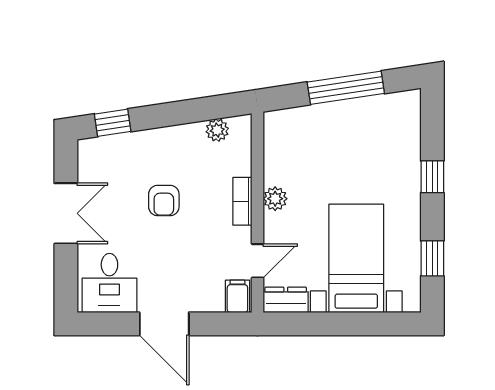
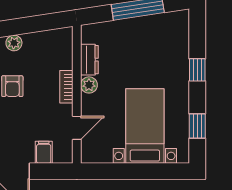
plant: (217, 130) -> (14, 43), moved
filing cabinet: (237, 296) -> (44, 152), moved
dresser: (286, 300) -> (89, 60), moved, turned 90

